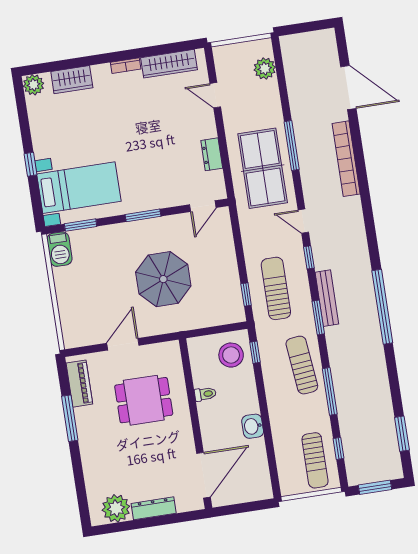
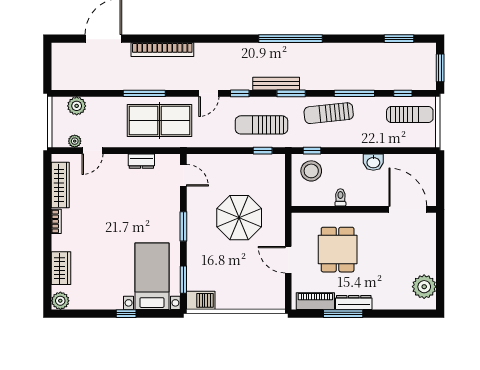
plant: (223, 73) -> (75, 141), added
dresser: (154, 508) -> (354, 302), moved, turned 90

